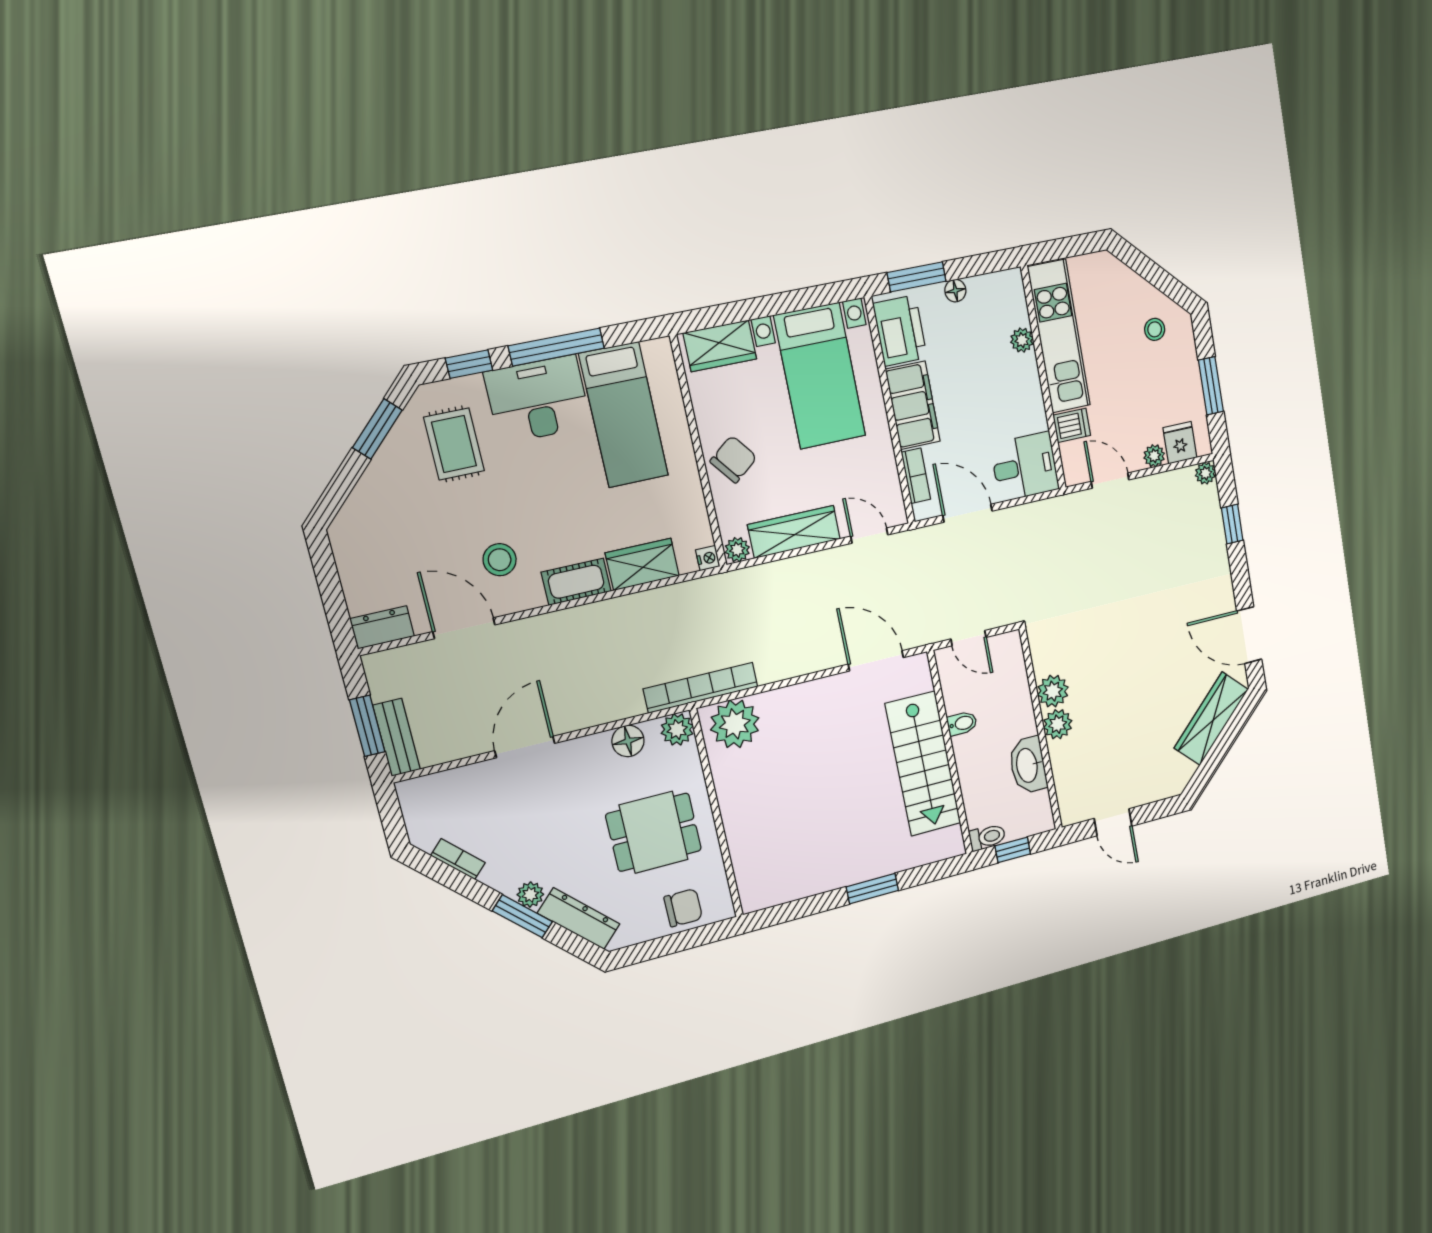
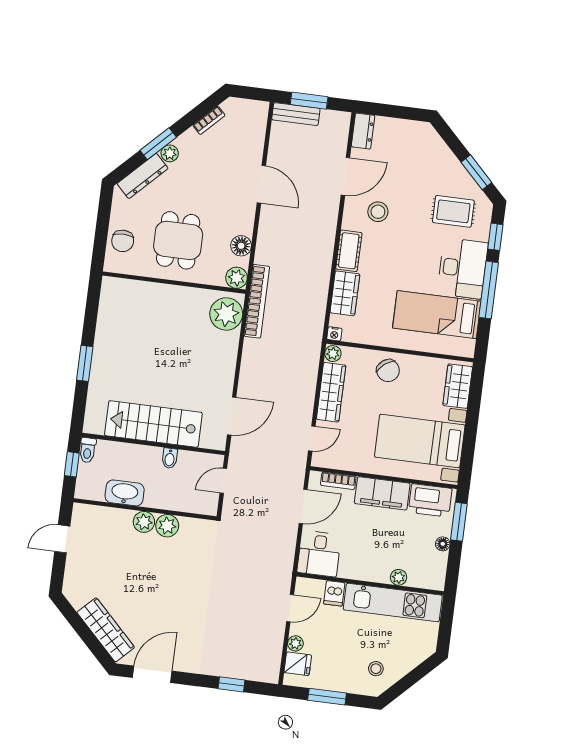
plant: (1205, 473) -> (272, 676), removed

